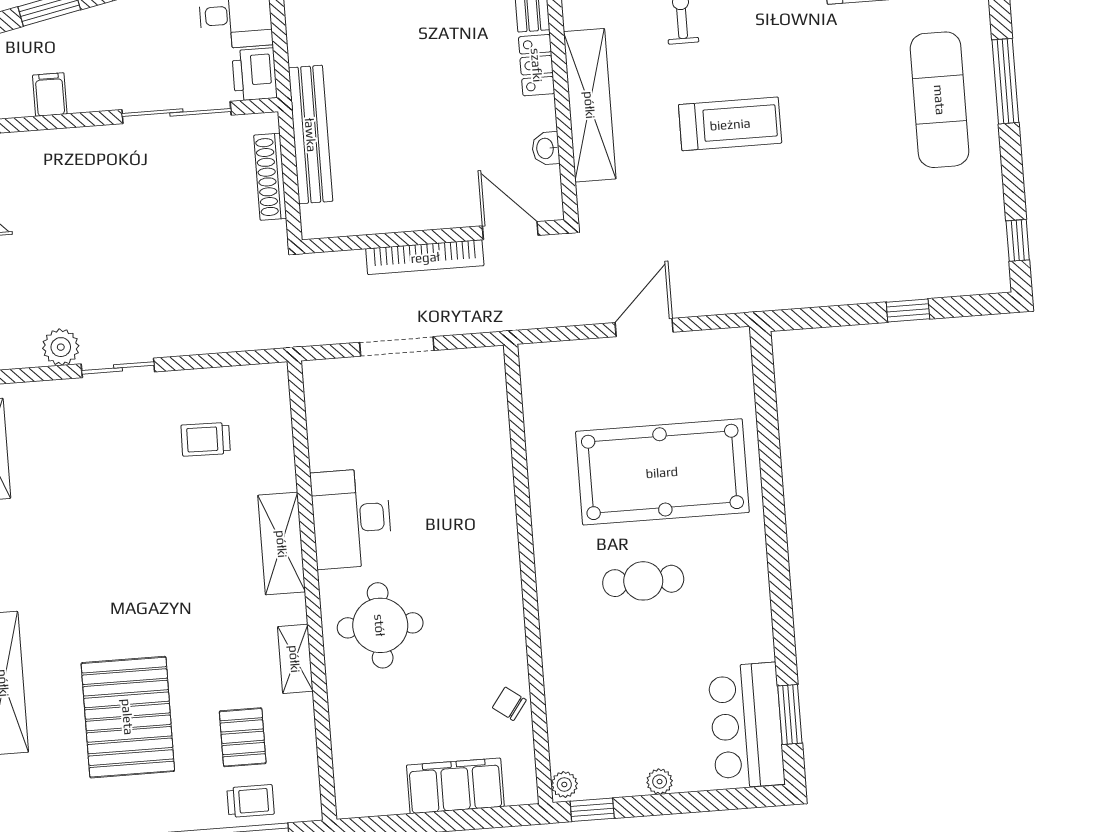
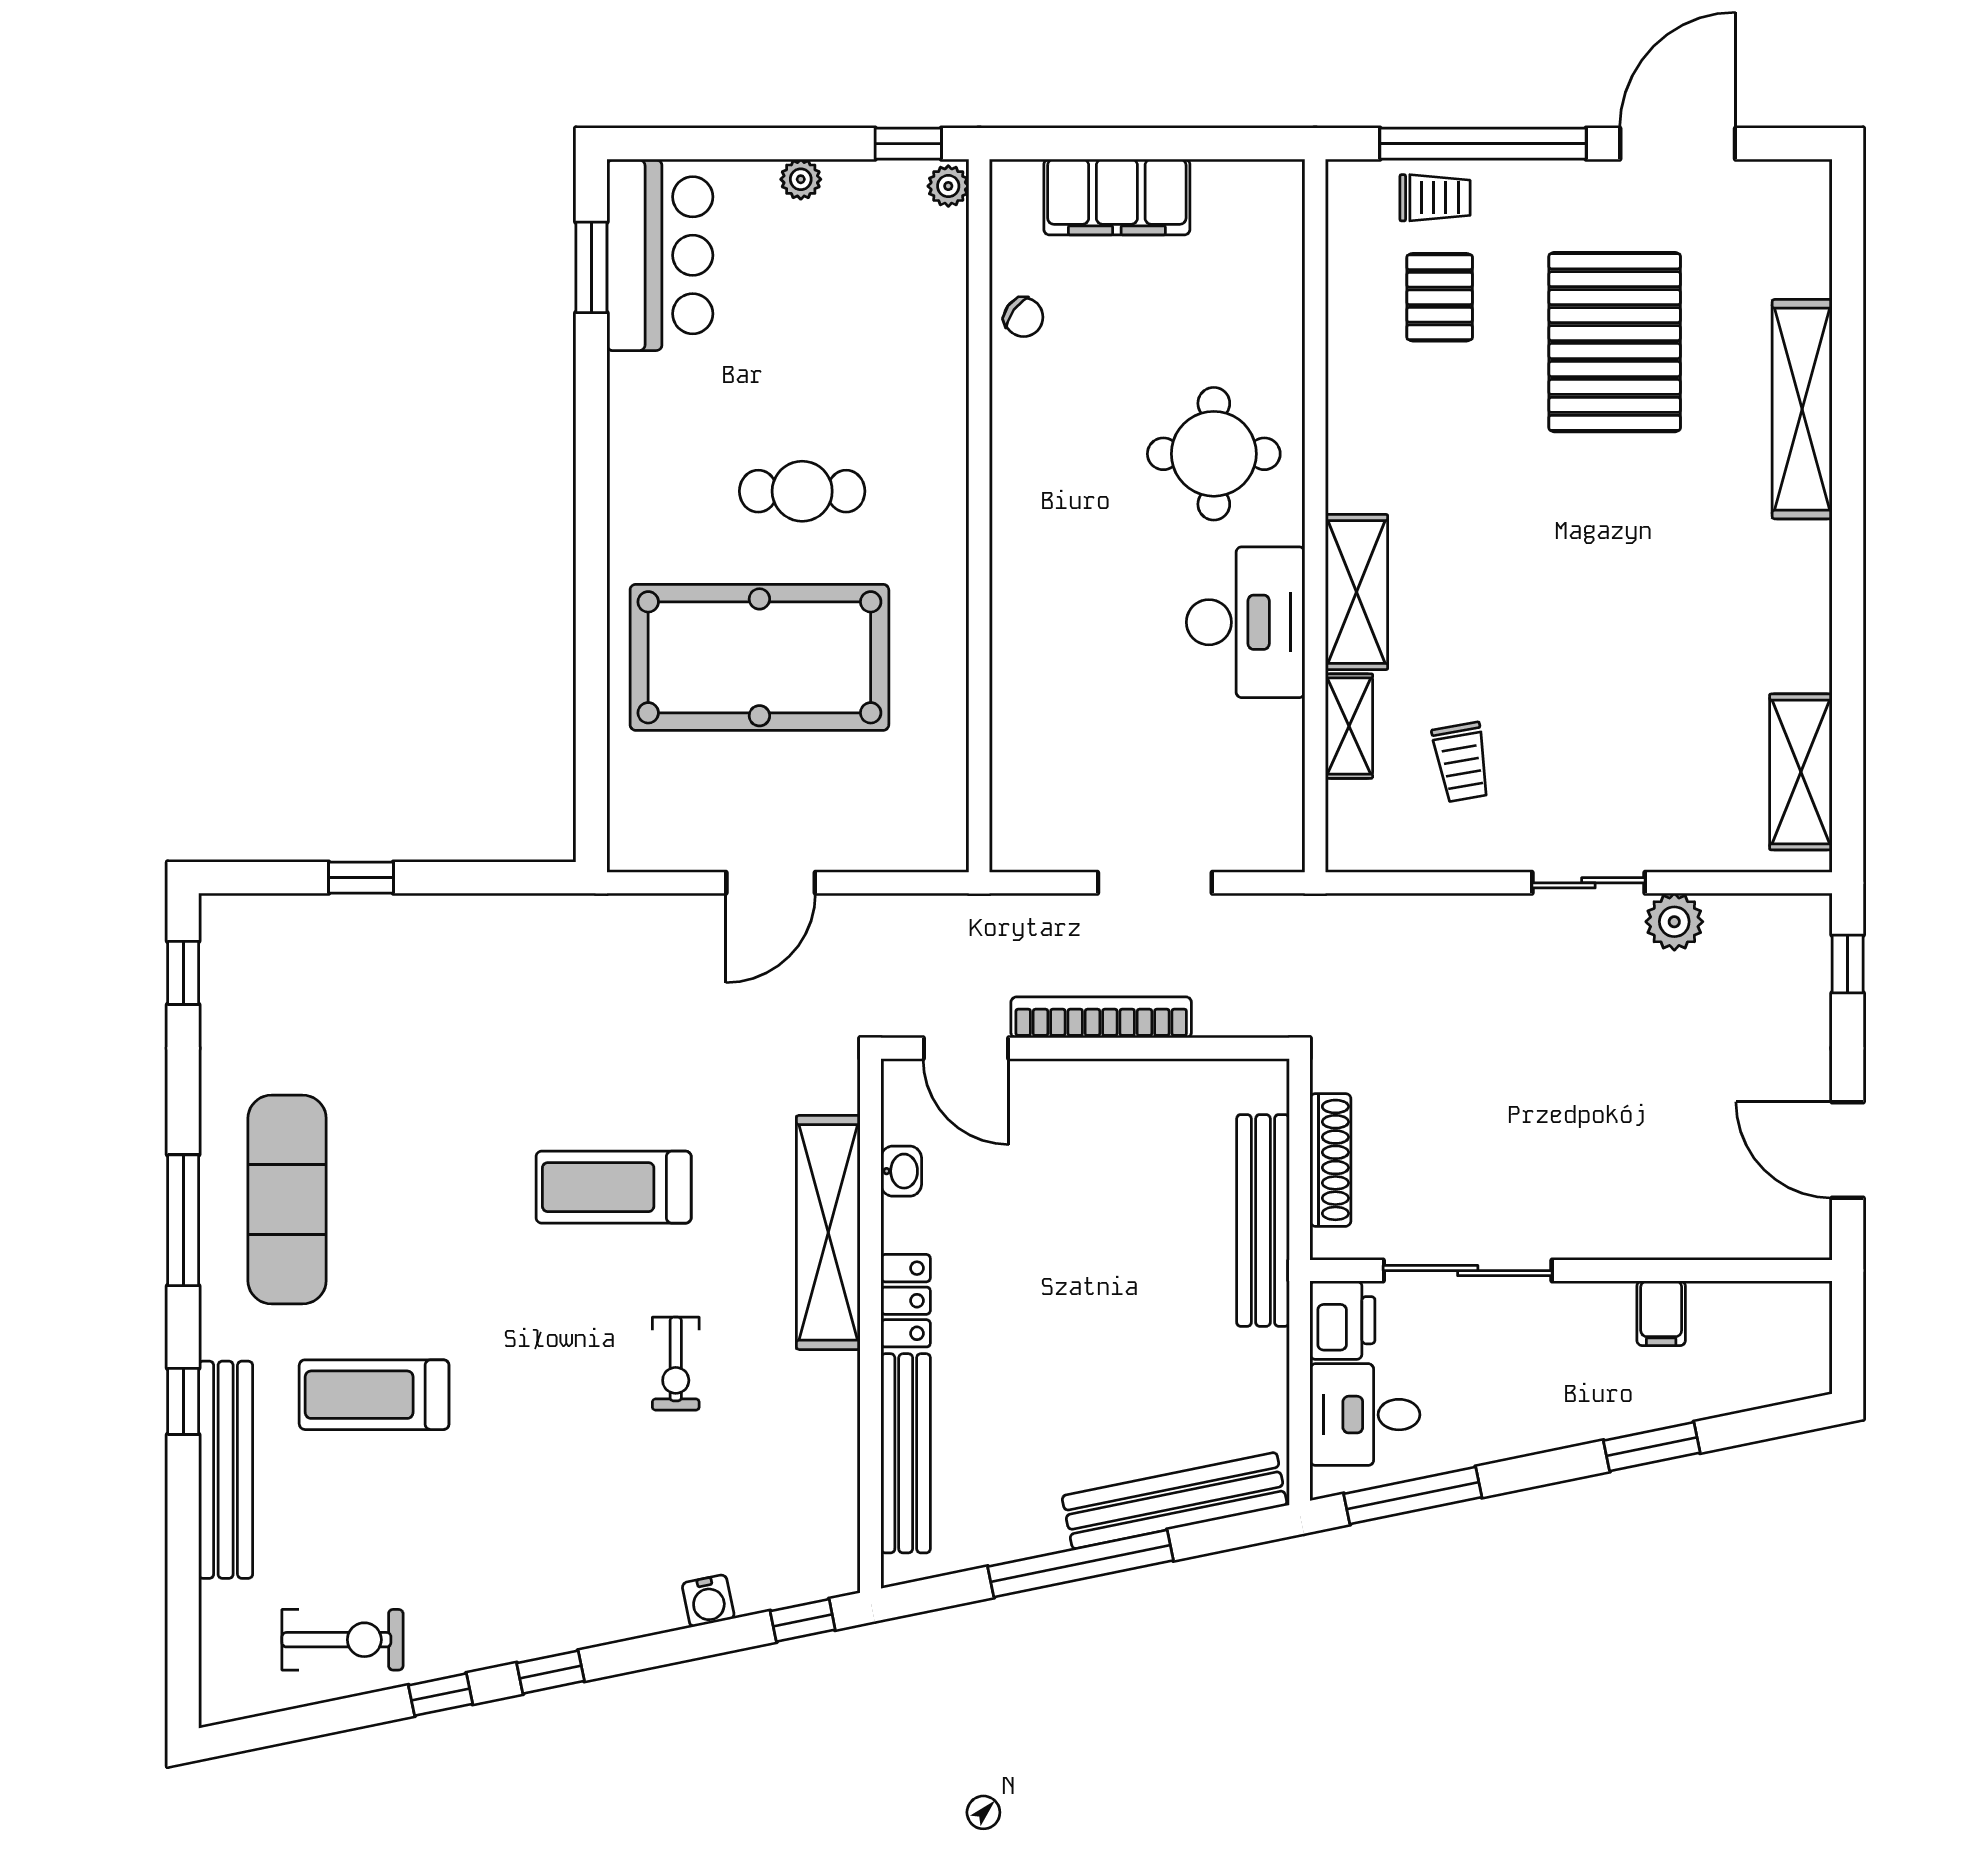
trolley: (206, 439) -> (1462, 762), turned 79
shelving: (295, 659) -> (1349, 726), moved
trolley: (251, 801) -> (1435, 198), turned 180

